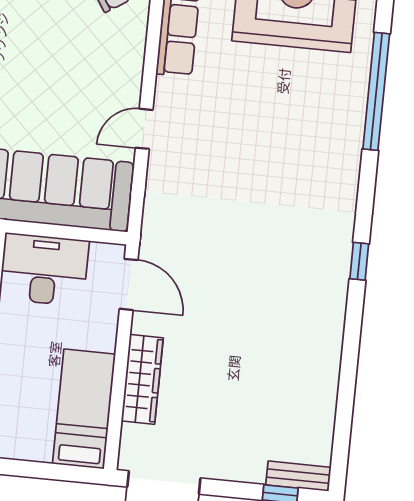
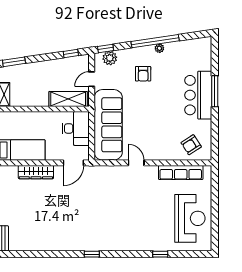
window: (376, 91) -> (160, 254), width x0.32

